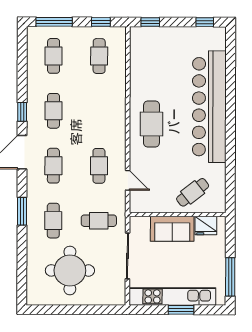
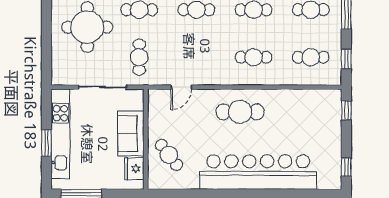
cafe table: (99, 166) -> (254, 57), moved

